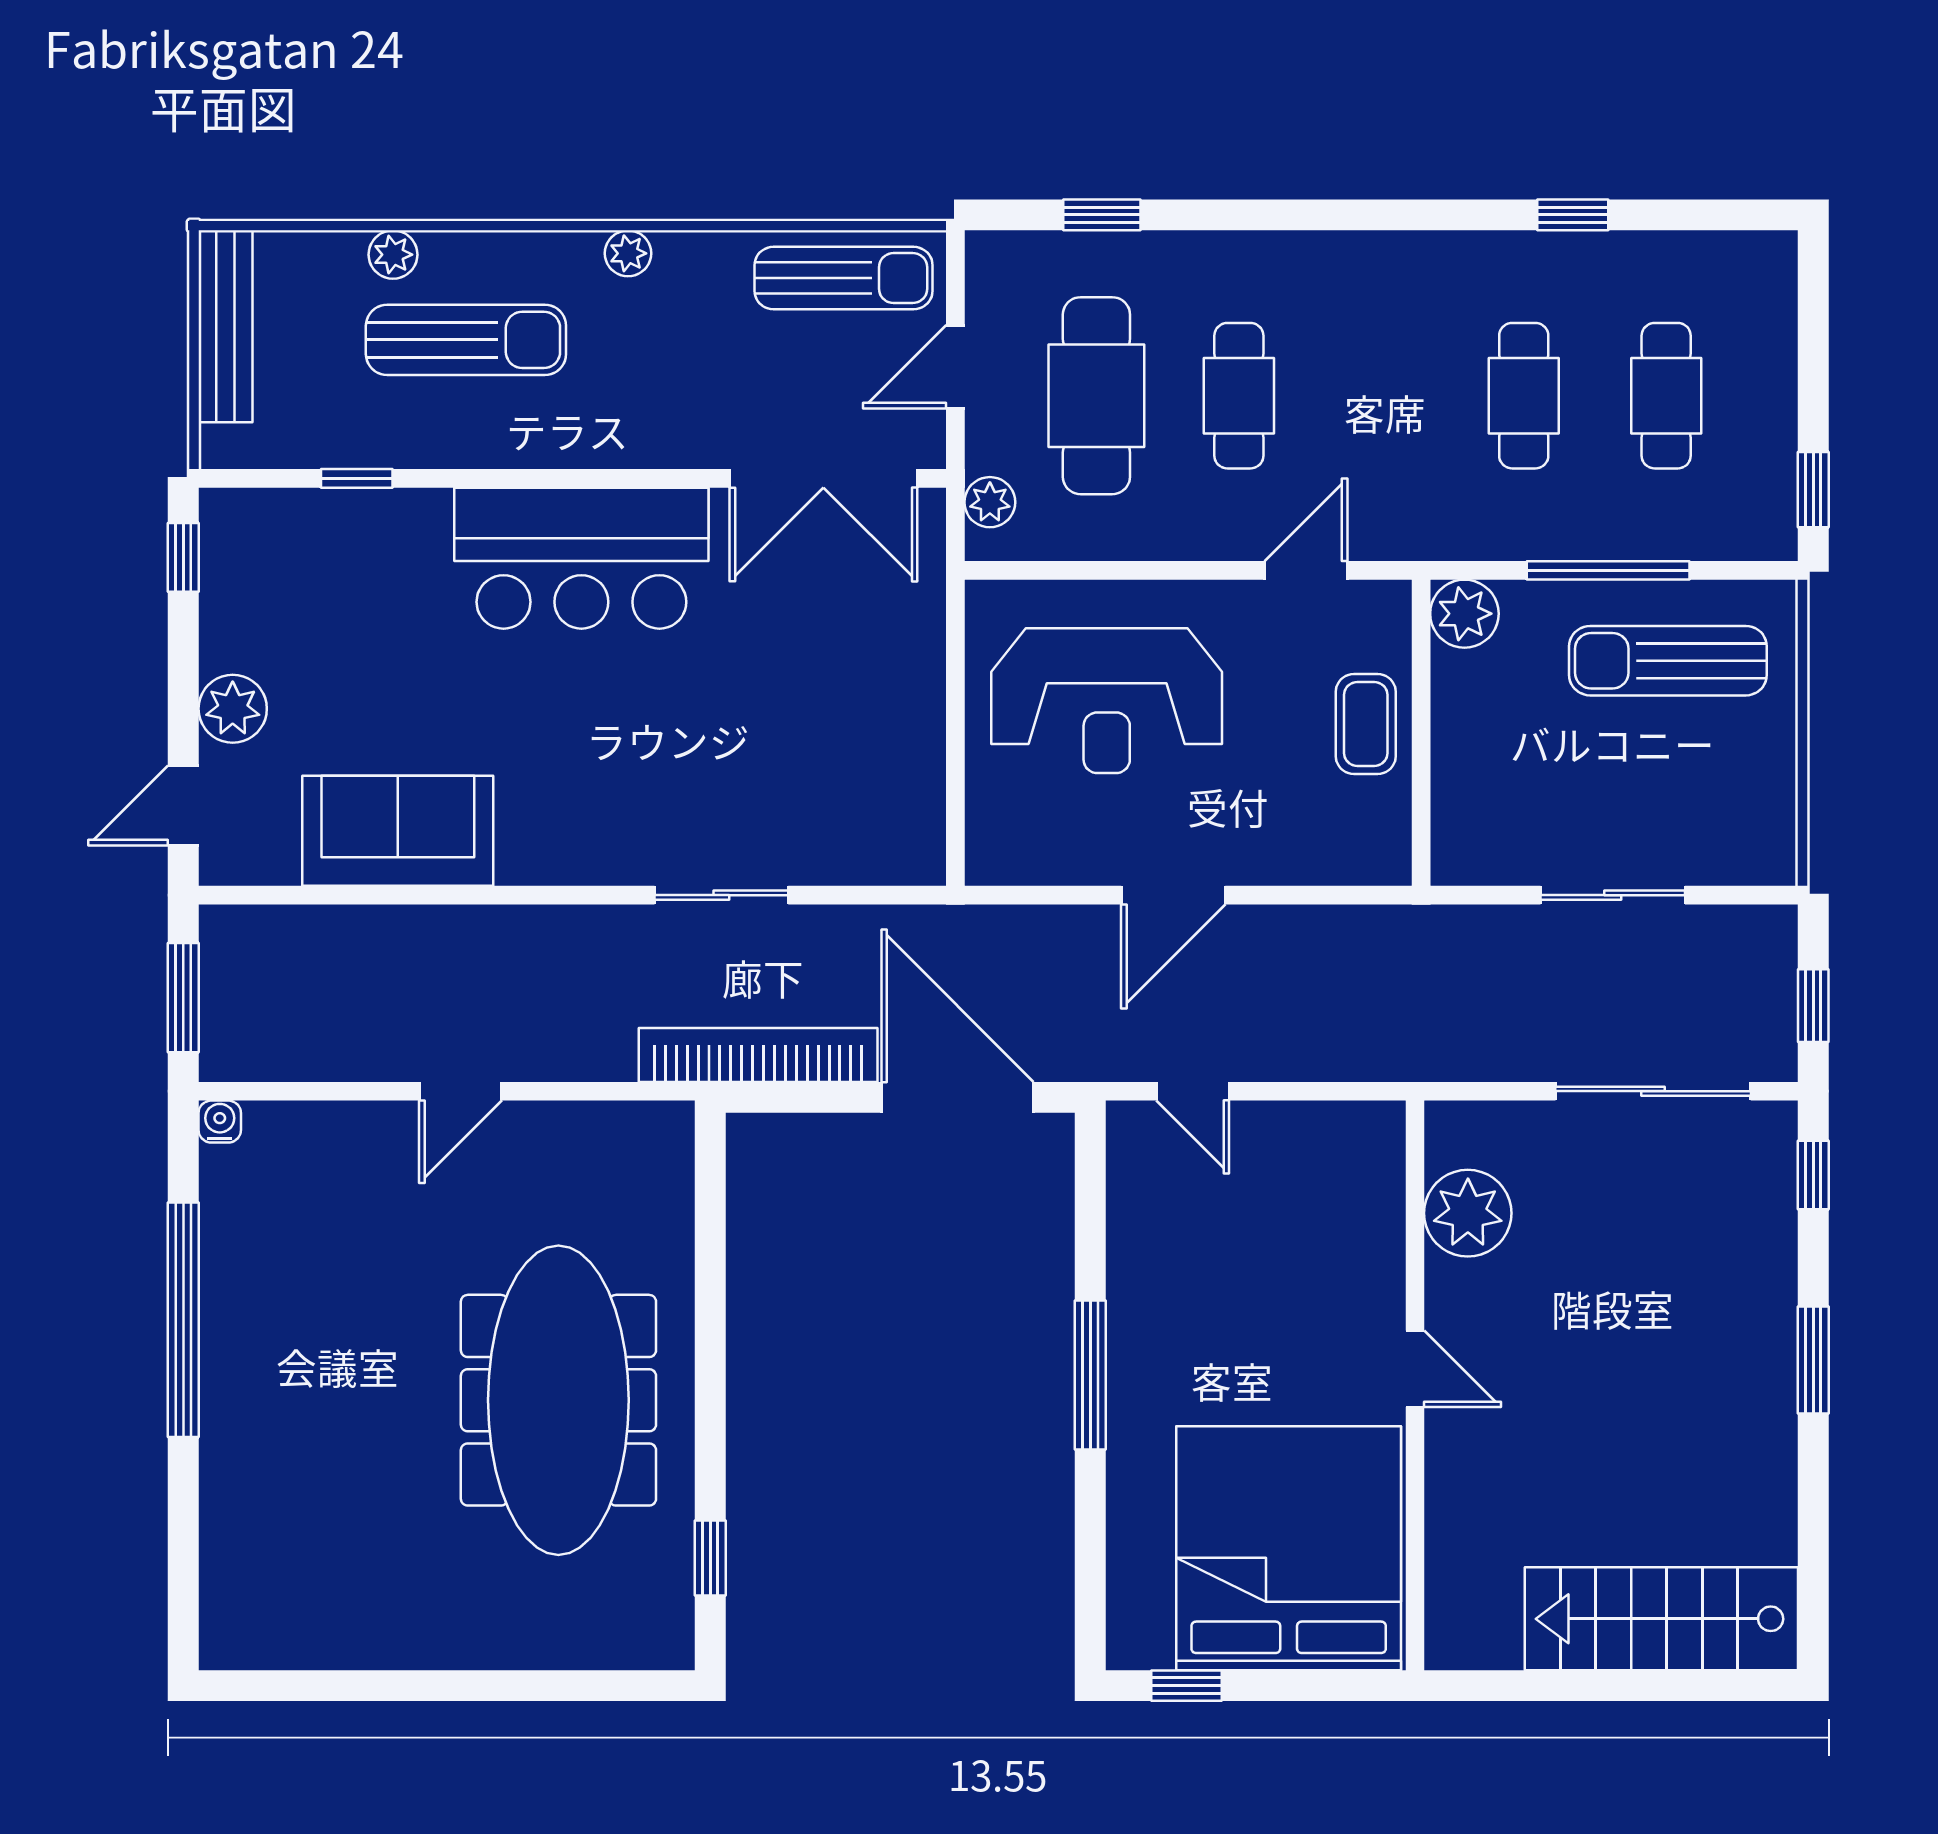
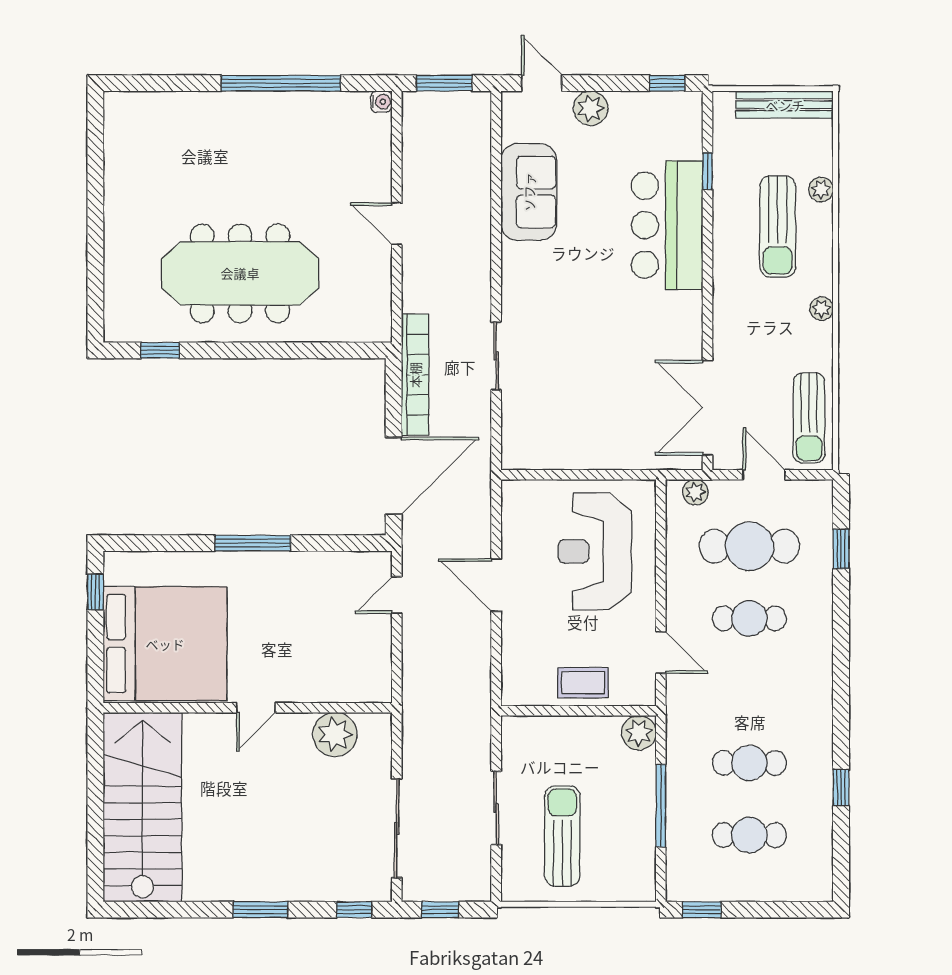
bar counter: (581, 558) -> (667, 225), moved
sun lounger: (1668, 661) -> (562, 836), moved
stairs: (1661, 1619) -> (142, 807), width x1.36, depth x1.51

